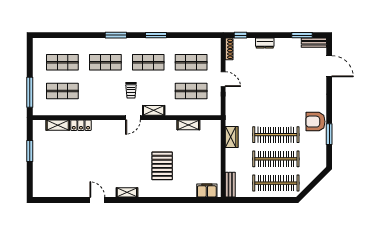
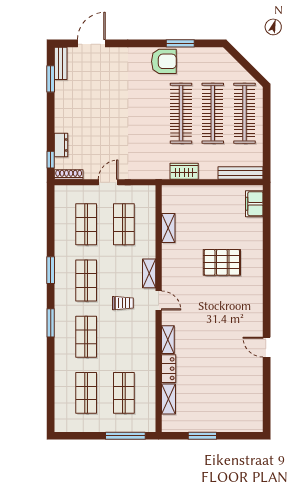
dresser: (265, 43) -> (61, 145), moved
armchair: (315, 122) -> (164, 61), turned -90
bench: (230, 185) -> (241, 173), width x1.36
shelving: (127, 192) -> (168, 340), moved
door: (97, 200) -> (267, 347), hinge flipped

